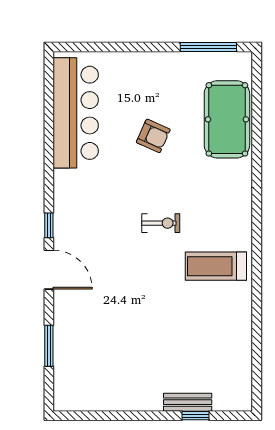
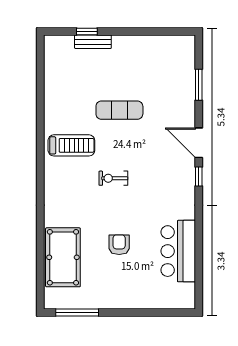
bar counter: (76, 113) -> (178, 251), width x0.73
armchair: (153, 136) -> (119, 245), turned 66
exercise mat: (153, 312) -> (119, 110), added

